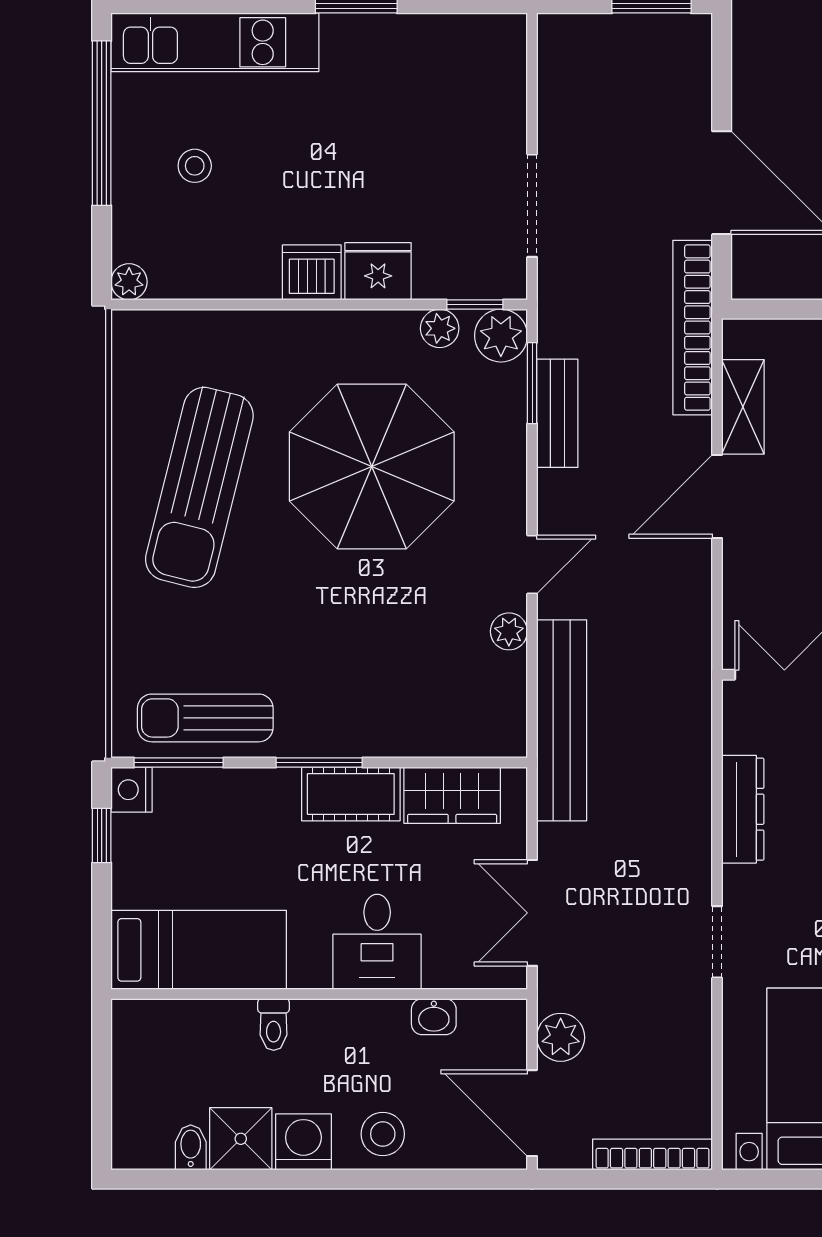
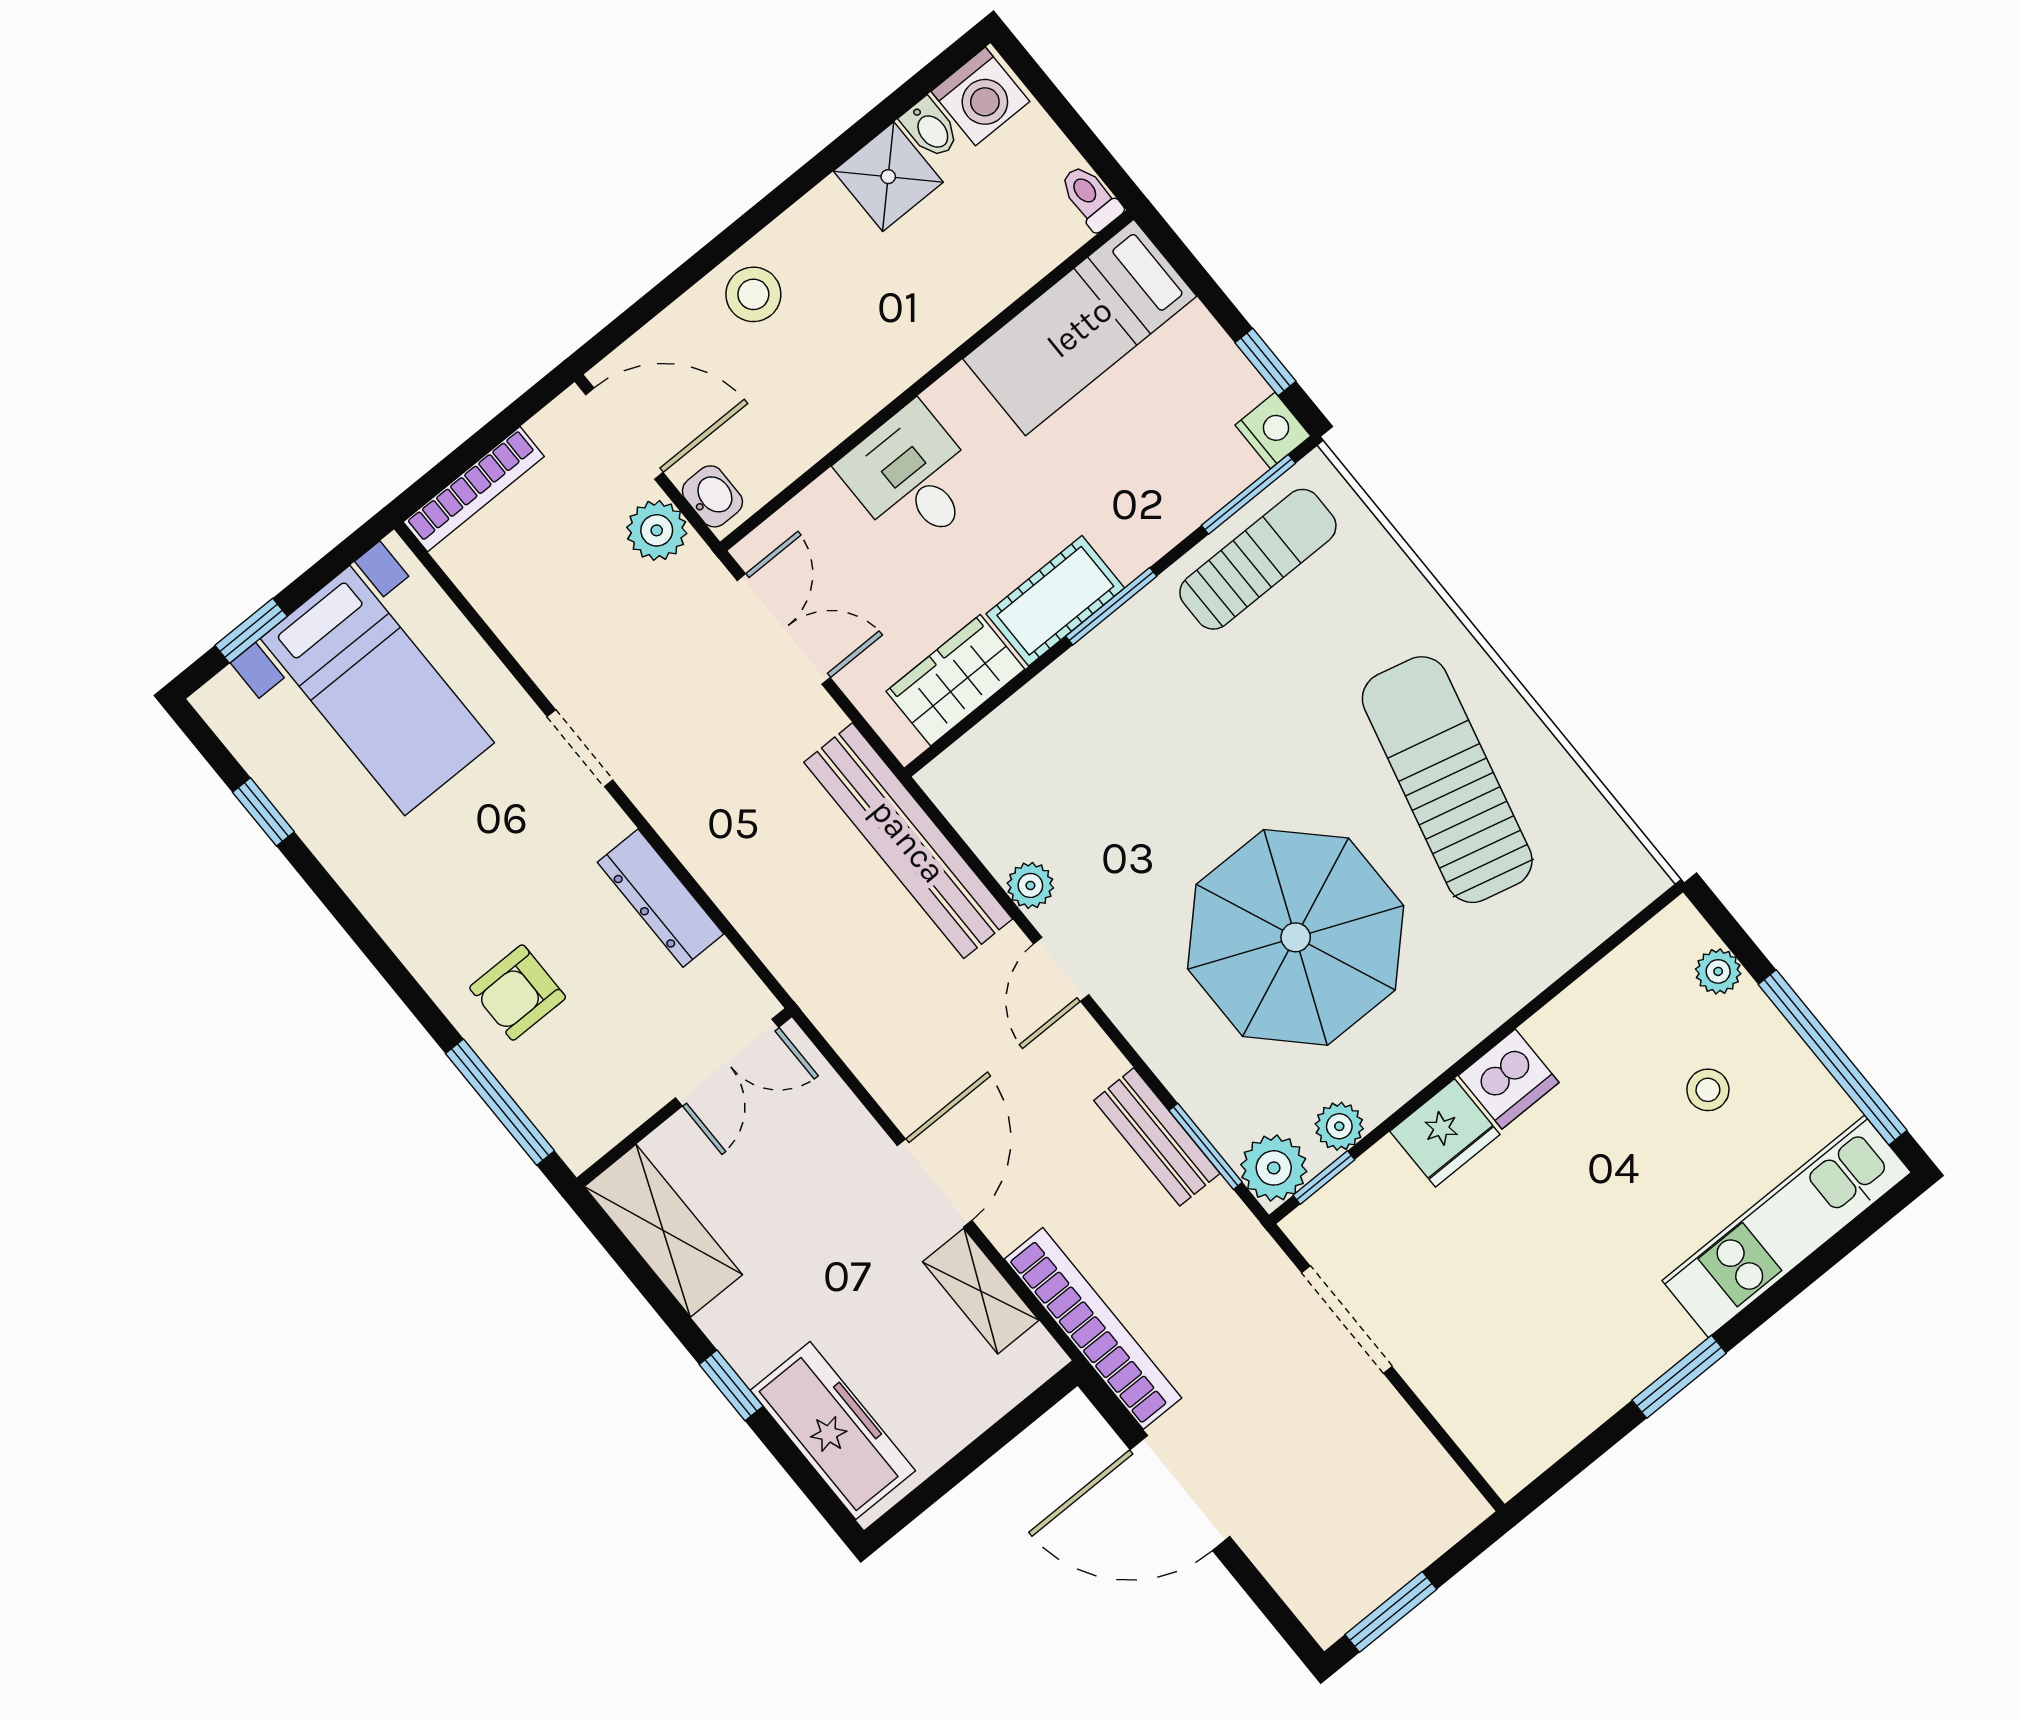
plant: (129, 282) -> (1718, 971), moved
washbasin: (434, 1017) -> (712, 496), moved, turned 90
toilet: (274, 1024) -> (1091, 198), moved
washing machine: (303, 1142) -> (980, 96), moved

